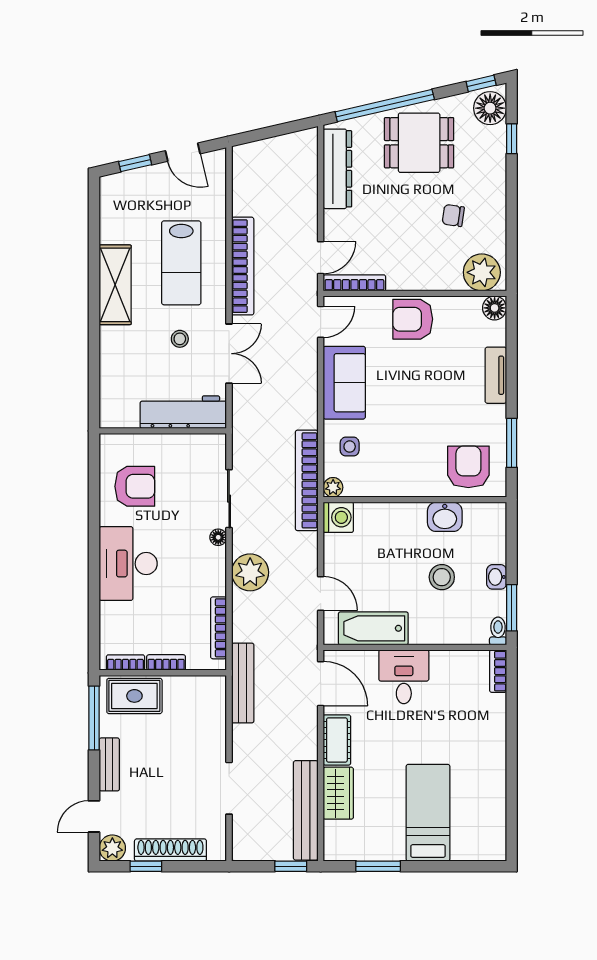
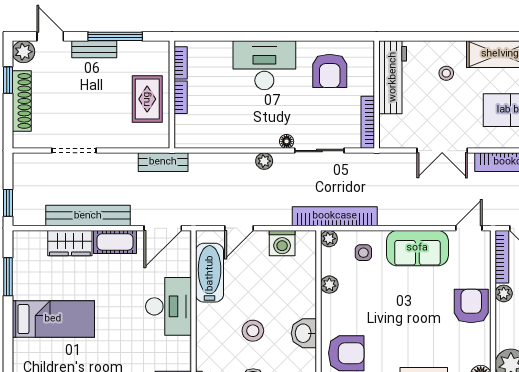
plant: (398, 281) -> (504, 293), added
door: (321, 322) -> (469, 228), swing flipped
stool: (180, 339) -> (446, 73), moved
workbench: (183, 412) -> (393, 77), moved
plant: (387, 487) -> (329, 285), added
washing machine: (338, 517) -> (282, 243), moved
plant: (250, 572) -> (264, 161), width x0.53, depth x0.53
bookcase: (219, 628) -> (368, 122), moved, turned -90
desk: (404, 677) -> (168, 306), width x1.37
bench: (243, 683) -> (163, 162), width x0.73
rug: (134, 696) -> (147, 99), moved
window: (94, 718) -> (115, 36), moved
bench: (306, 810) -> (88, 216), moved

